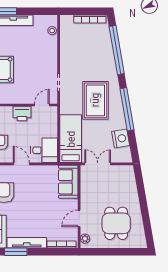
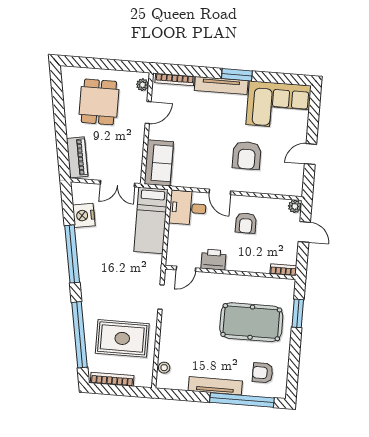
rug: (95, 100) -> (122, 338), moved, turned 90
piano: (129, 181) -> (77, 157), added

